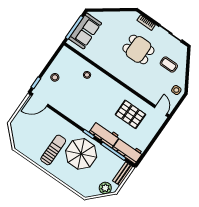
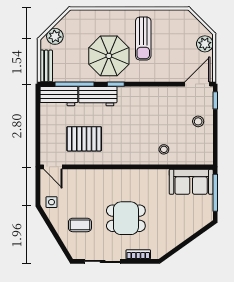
sofa: (85, 31) -> (191, 182), moved, turned -90
plant: (19, 121) -> (205, 44), added

